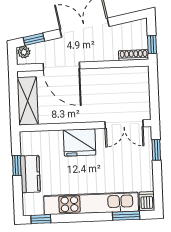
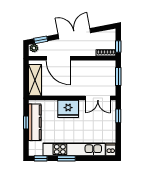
window: (154, 90) -> (118, 76), added
kitchen counter: (30, 174) -> (35, 122), width x1.50
window: (126, 216) -> (66, 158), moved

